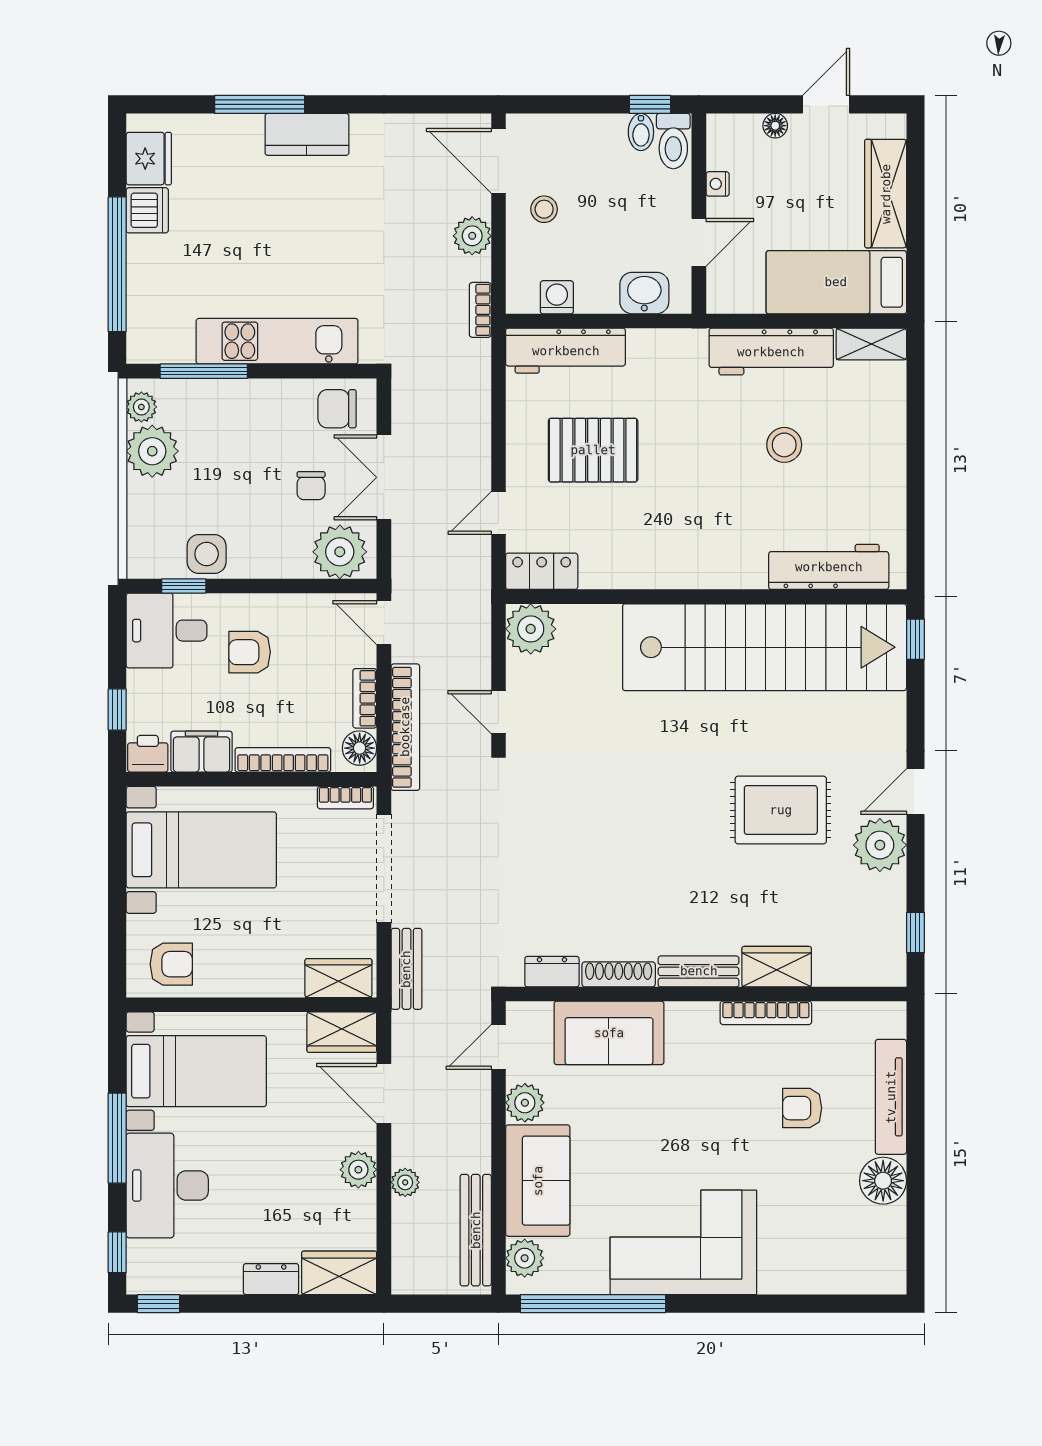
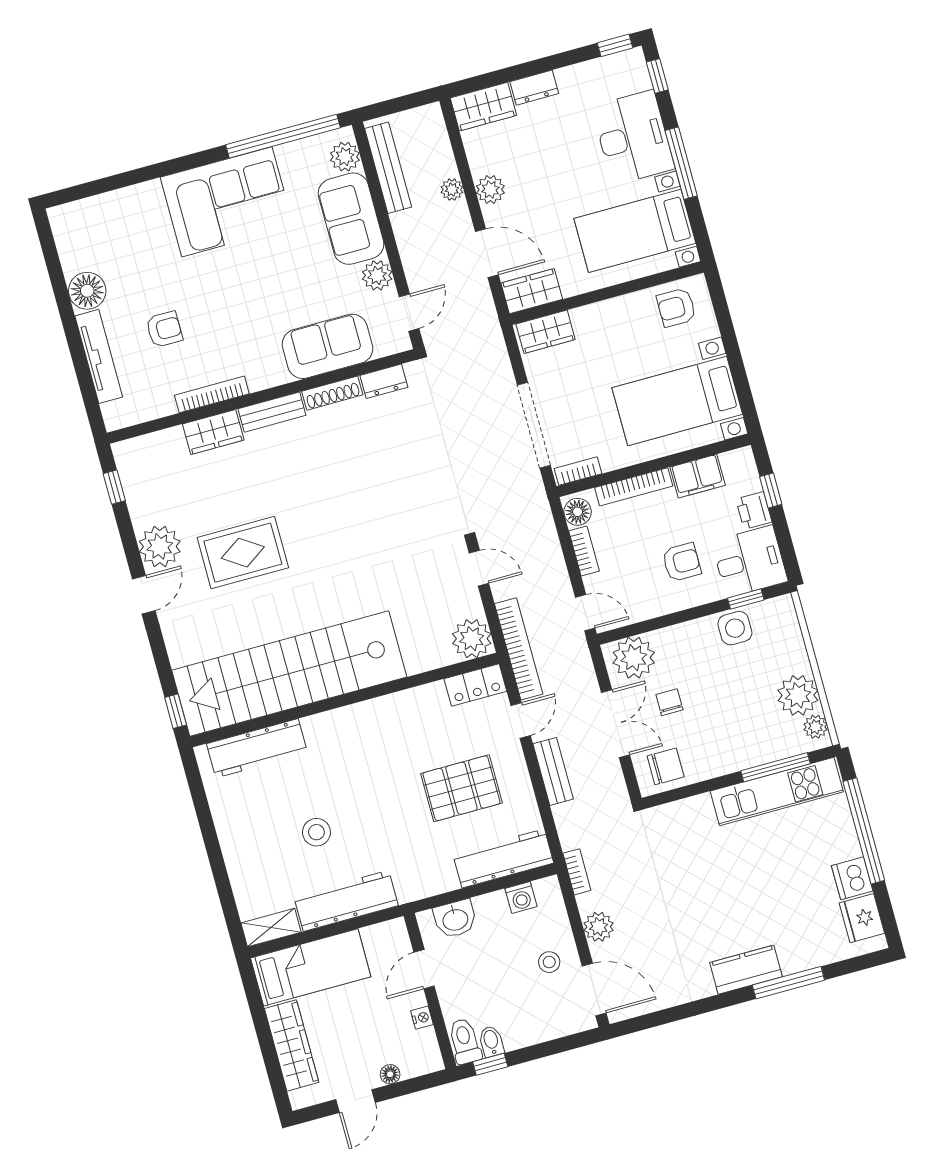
kitchen unit: (277, 341) -> (777, 791), moved
bookcase: (405, 727) -> (519, 649), moved, turned 180
printer: (148, 754) -> (754, 511), moved, turned 90
bench: (406, 969) -> (553, 771), moved

